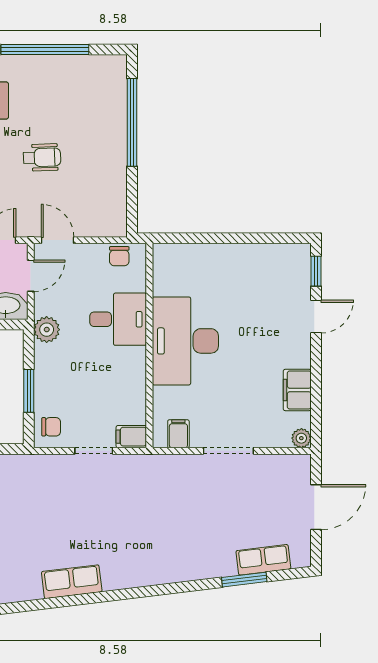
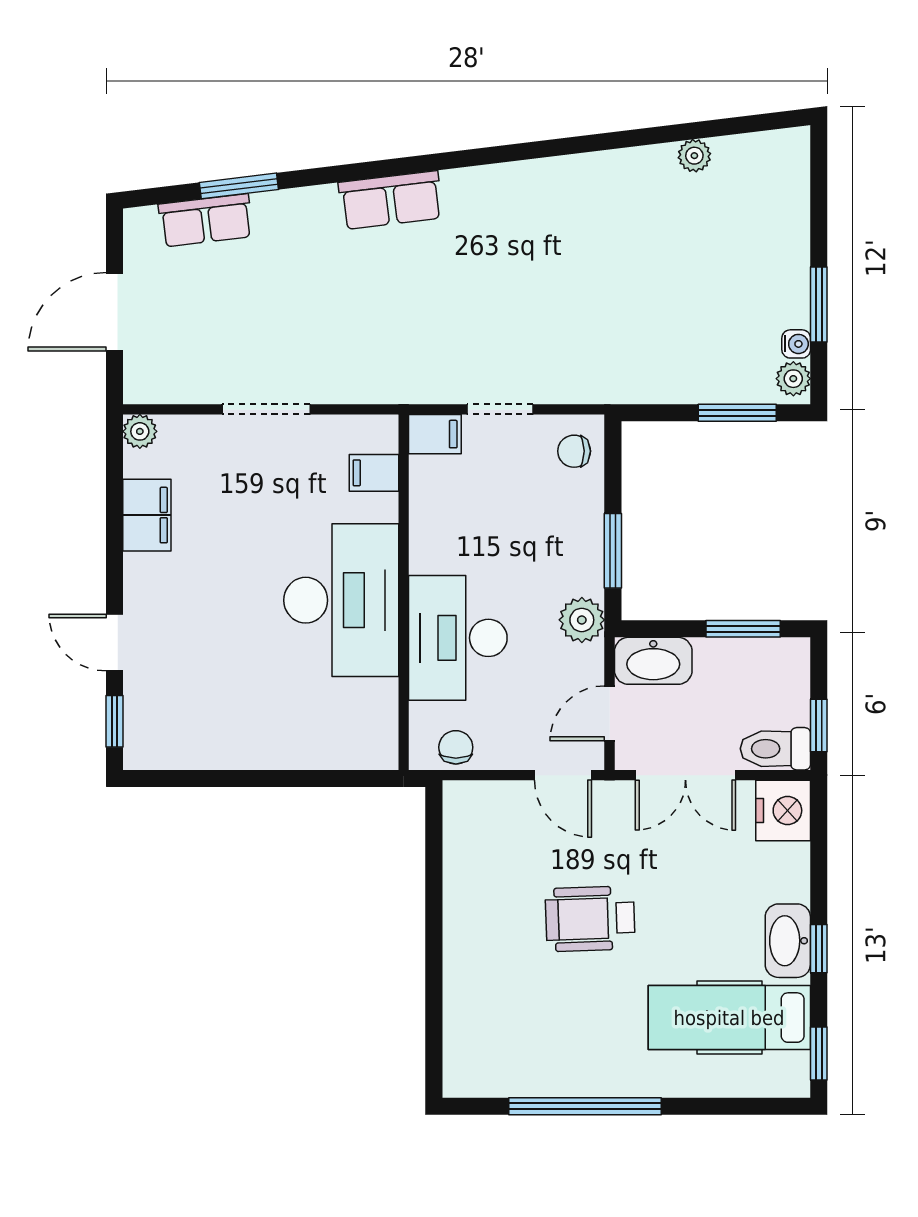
window: (132, 122) -> (434, 979), removed
wheelchair: (42, 157) -> (590, 919), width x1.36, depth x1.37
door: (316, 317) -> (114, 643), hinge flipped
desk: (118, 319) -> (458, 638), width x1.37
window: (29, 391) -> (613, 551), moved
filing cabinet: (178, 434) -> (374, 473), moved, turned 90
row of seats: (72, 582) -> (391, 200), moved

